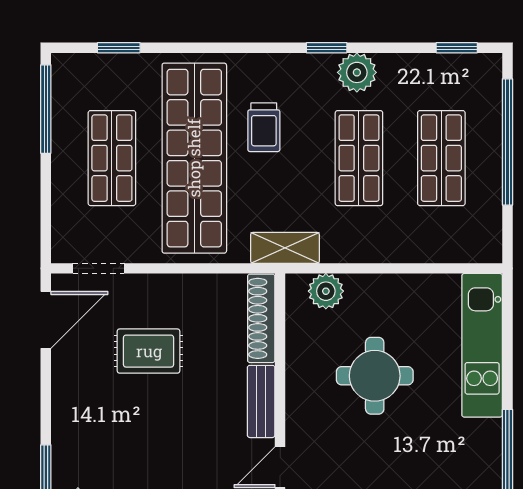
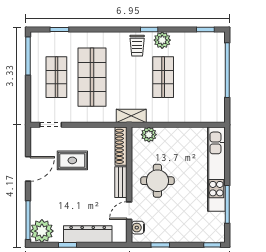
trolley: (264, 127) -> (137, 46), moved
shop shelf: (194, 158) -> (92, 77), width x0.71
shop shelf: (441, 158) -> (199, 77), removed
door: (46, 320) -> (28, 169), moved
kitchen unit: (482, 345) -> (216, 169), width x1.36
round table: (375, 376) -> (157, 181), moved

